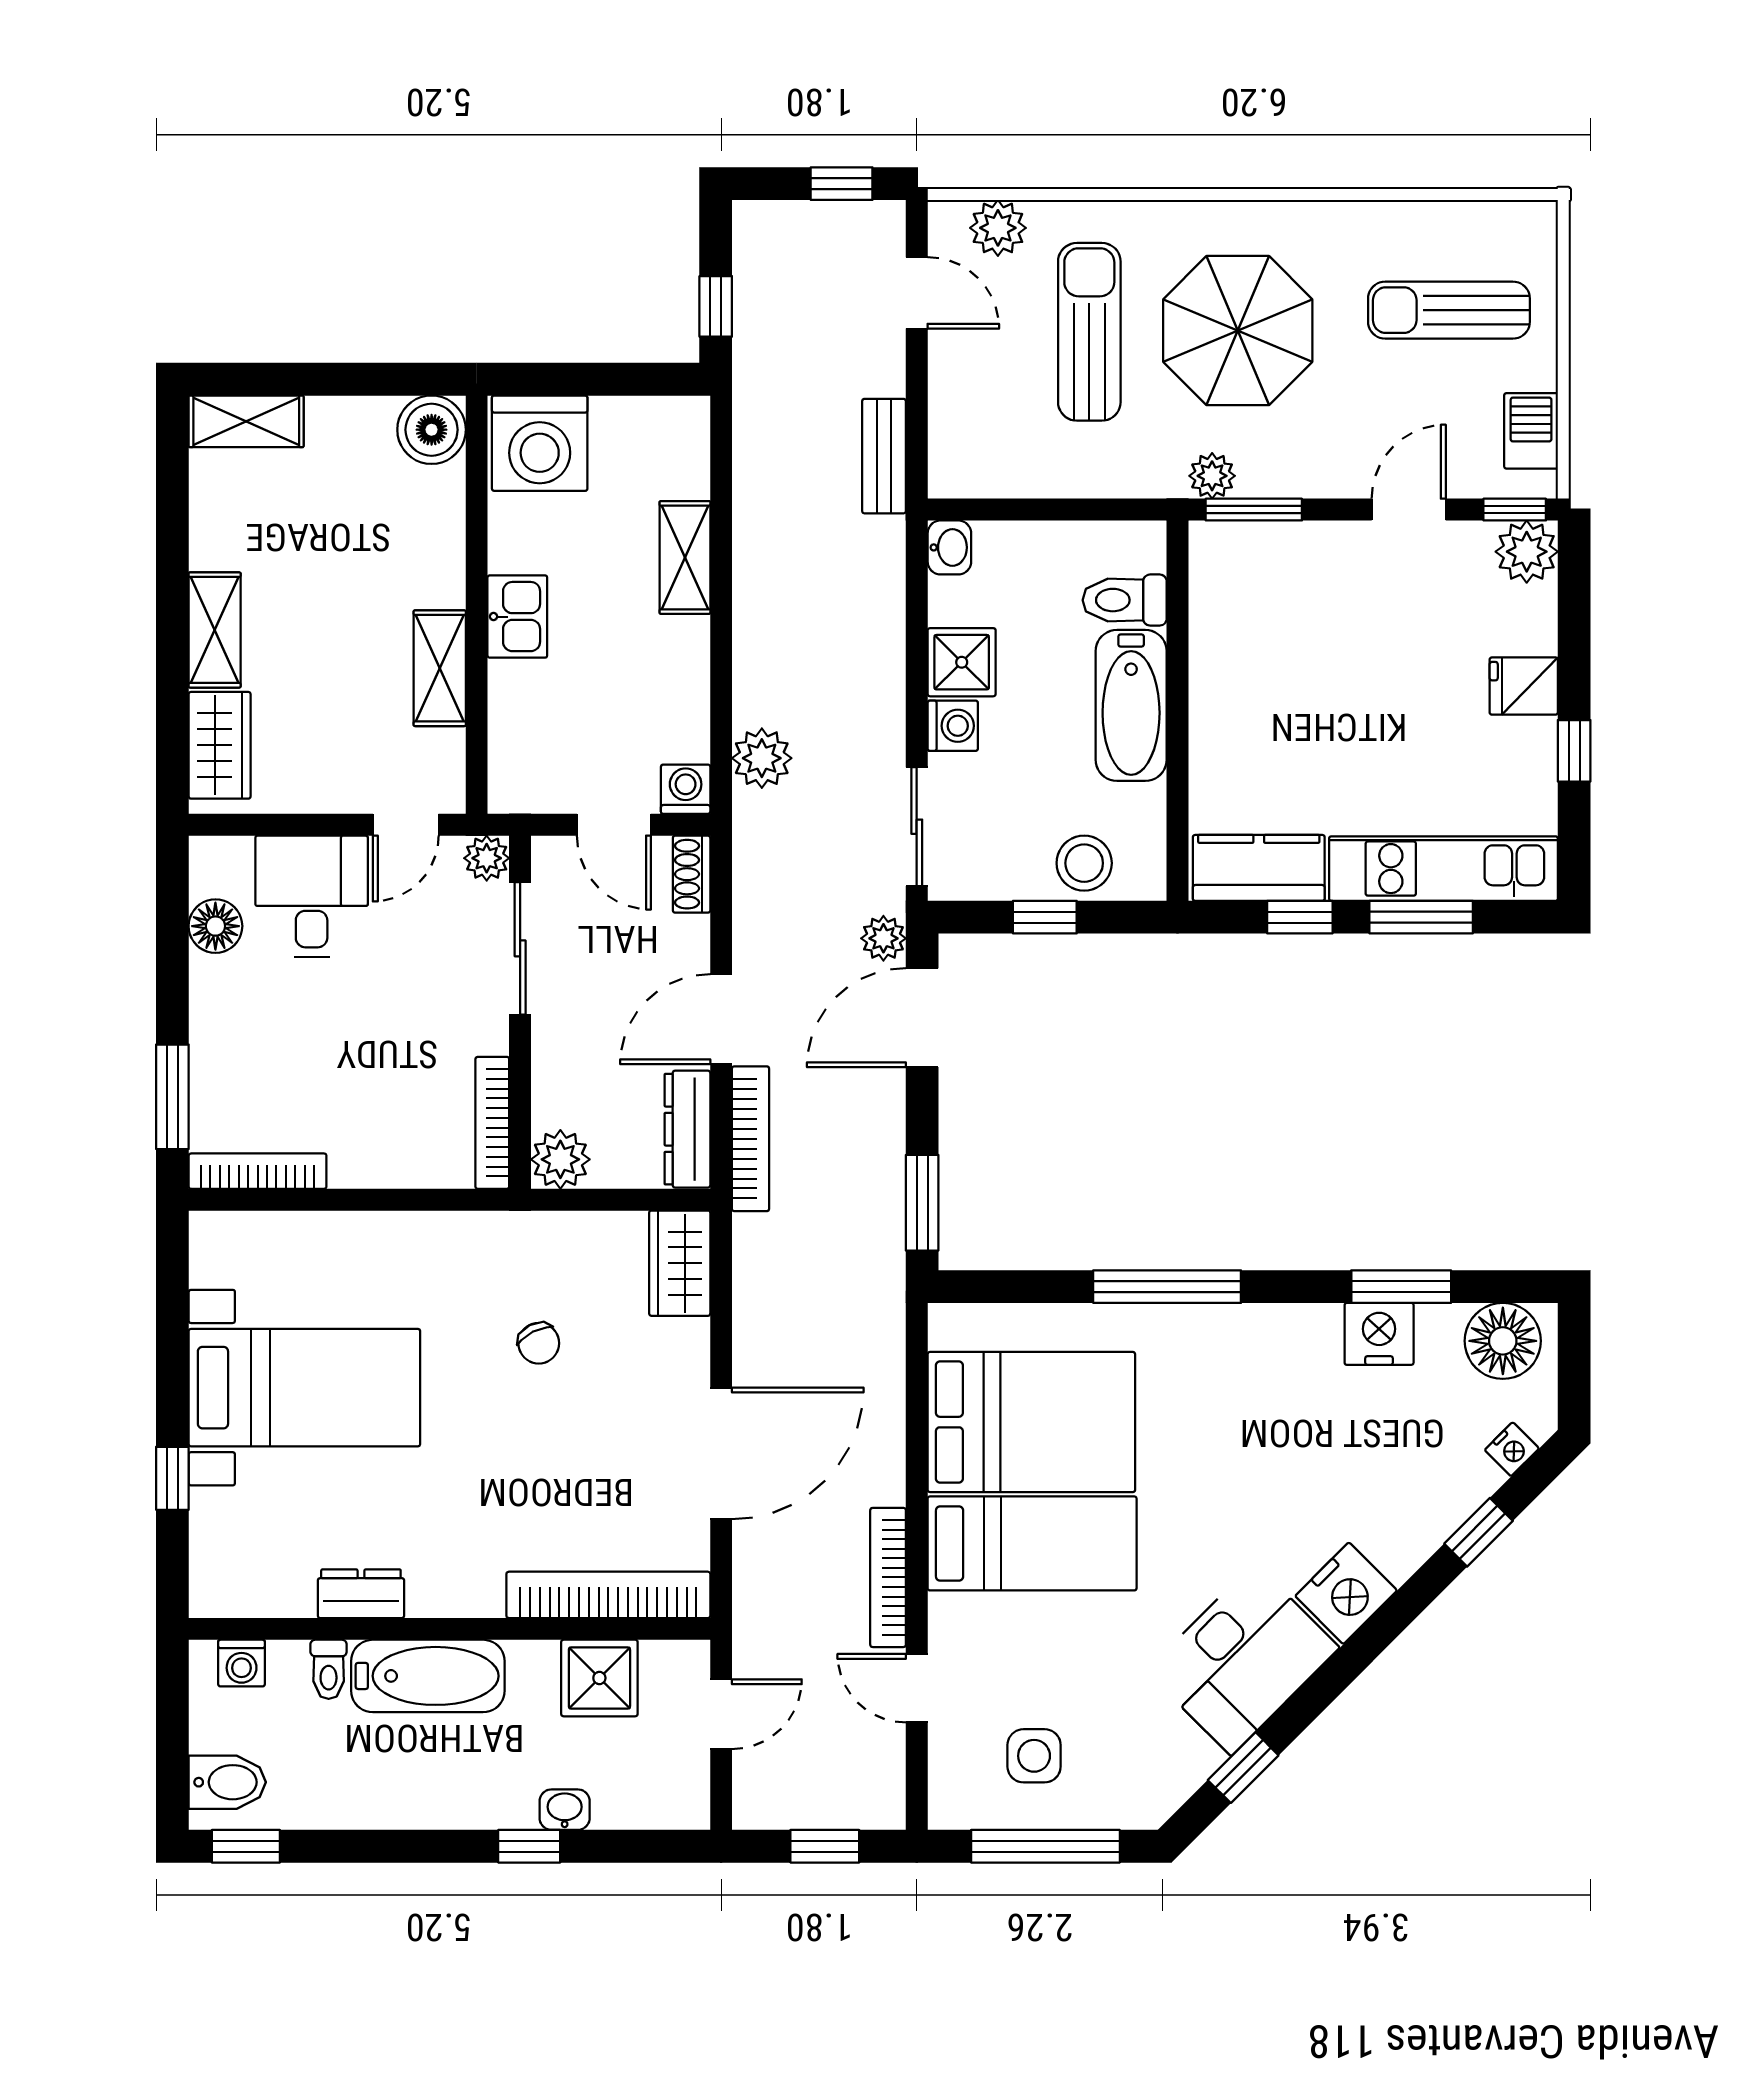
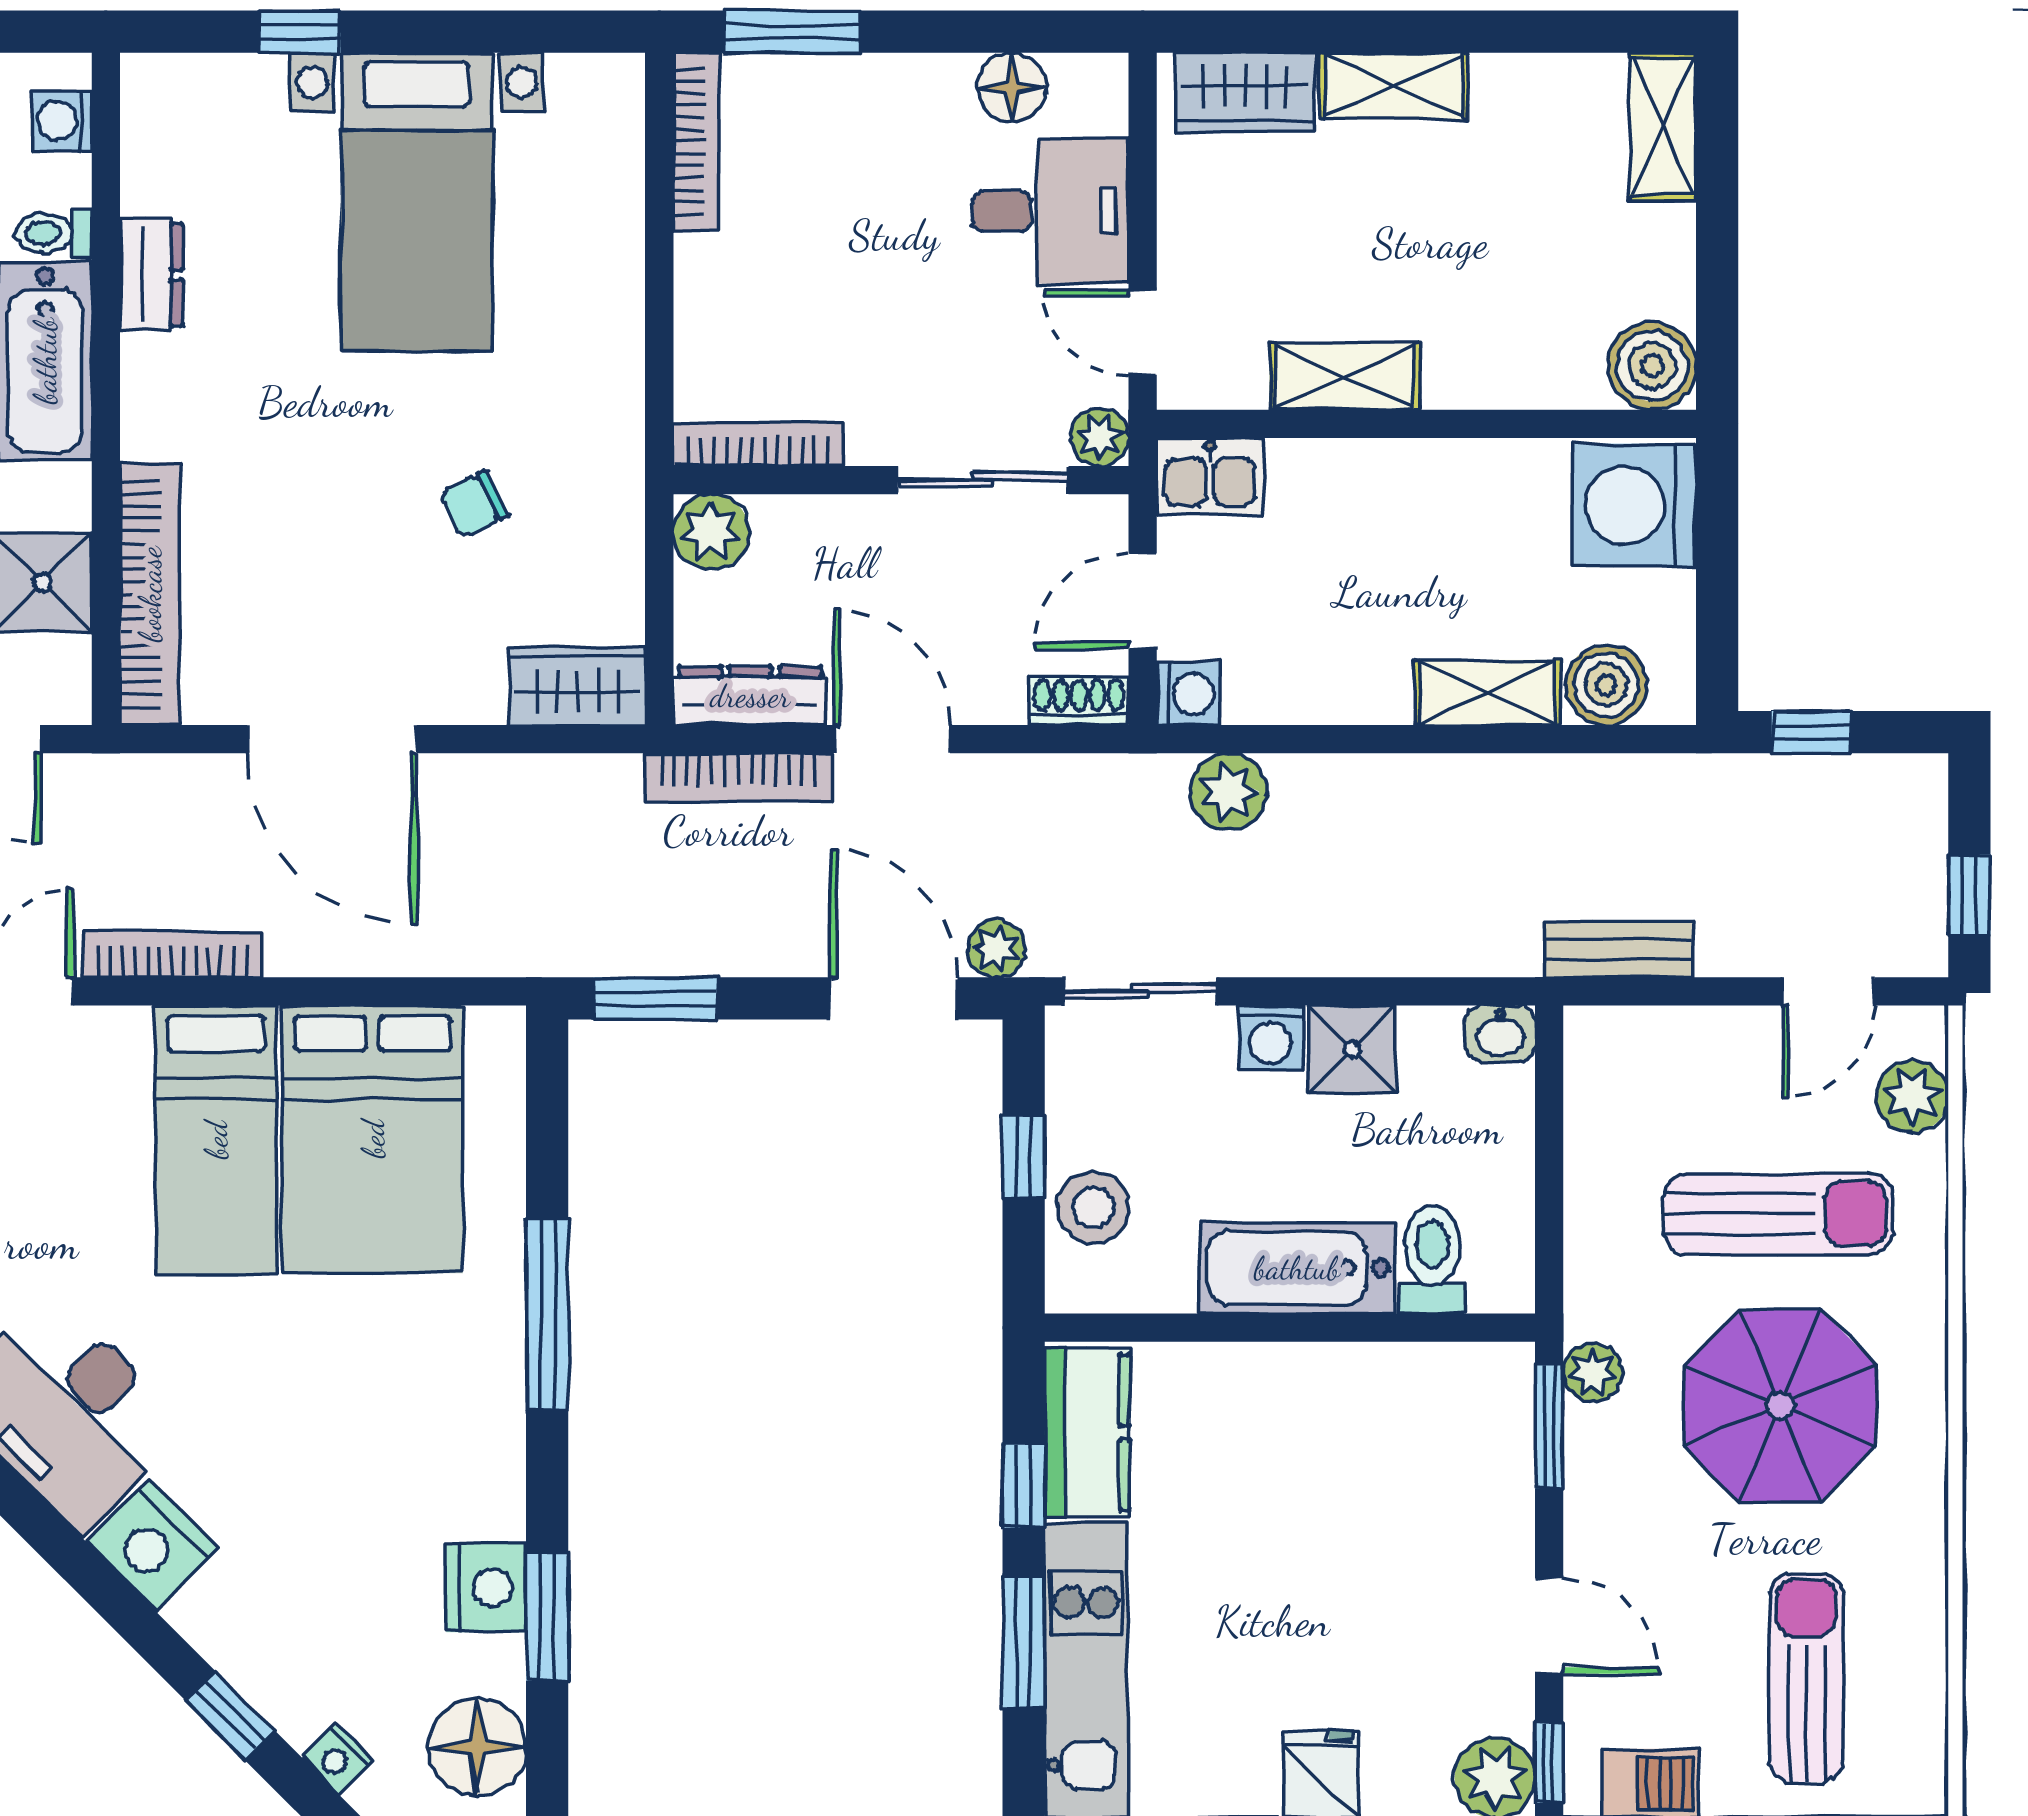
boiler: (679, 465) -> (1606, 685), added
kitchen sink: (517, 617) -> (1210, 476), moved

